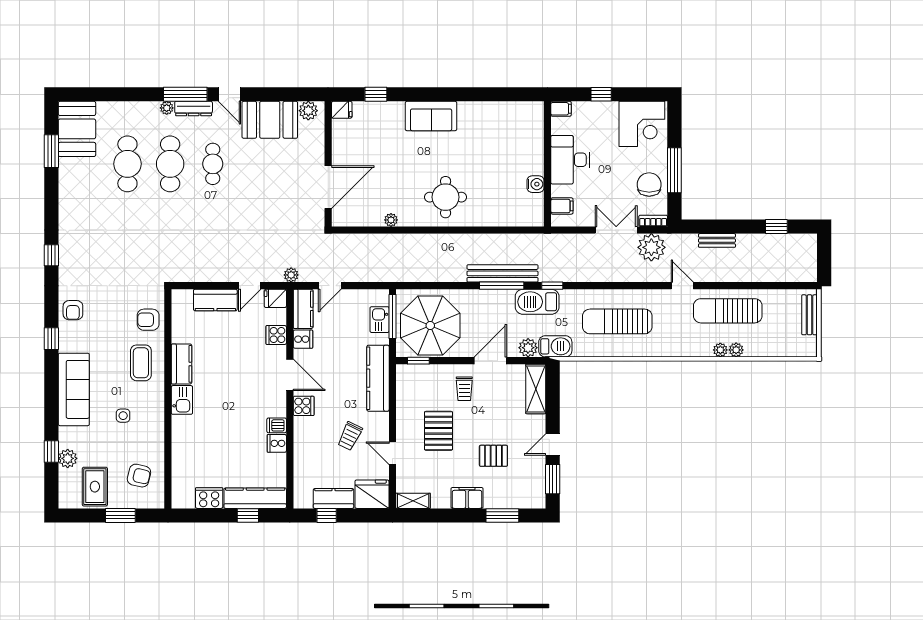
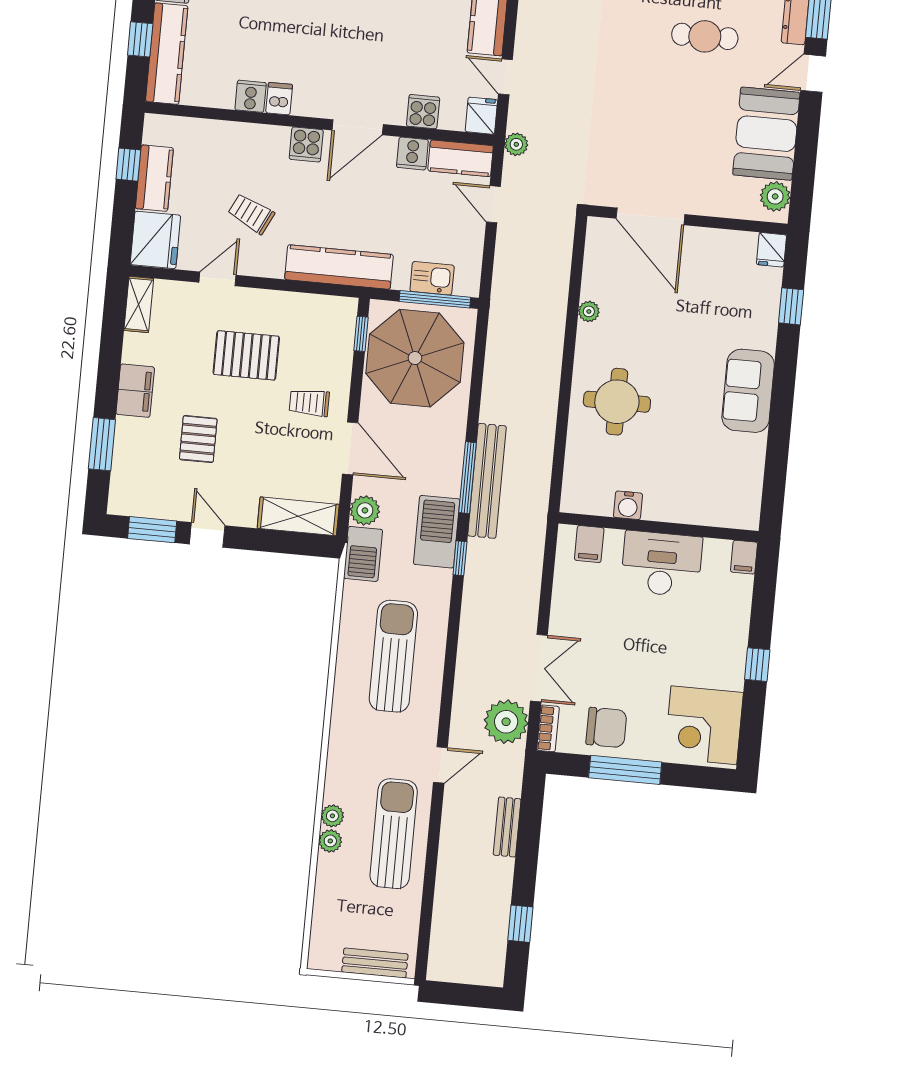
filing cabinet: (561, 109) -> (744, 557), moved
desk: (570, 160) -> (662, 564), moved
wall: (547, 164) -> (658, 527), moved
water cooler: (536, 184) -> (628, 505), moved
filing cabinet: (562, 206) -> (589, 544), moved

